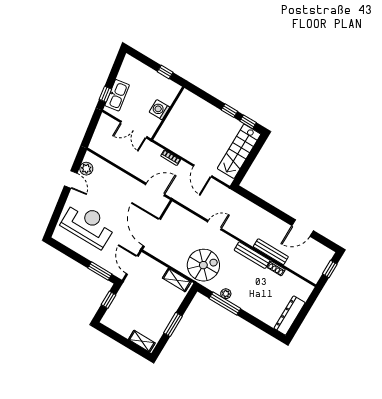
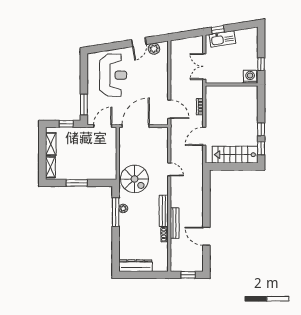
washing machine: (159, 110) -> (250, 77), moved
shelving: (177, 280) -> (51, 144), moved

